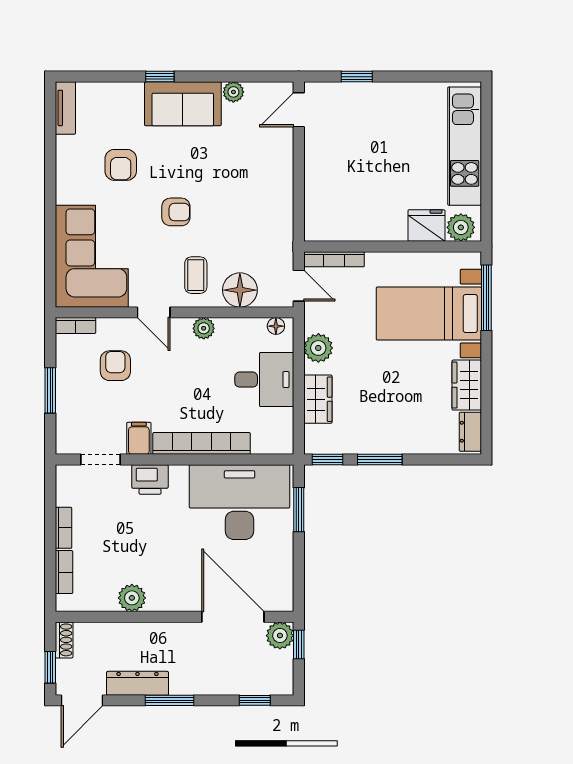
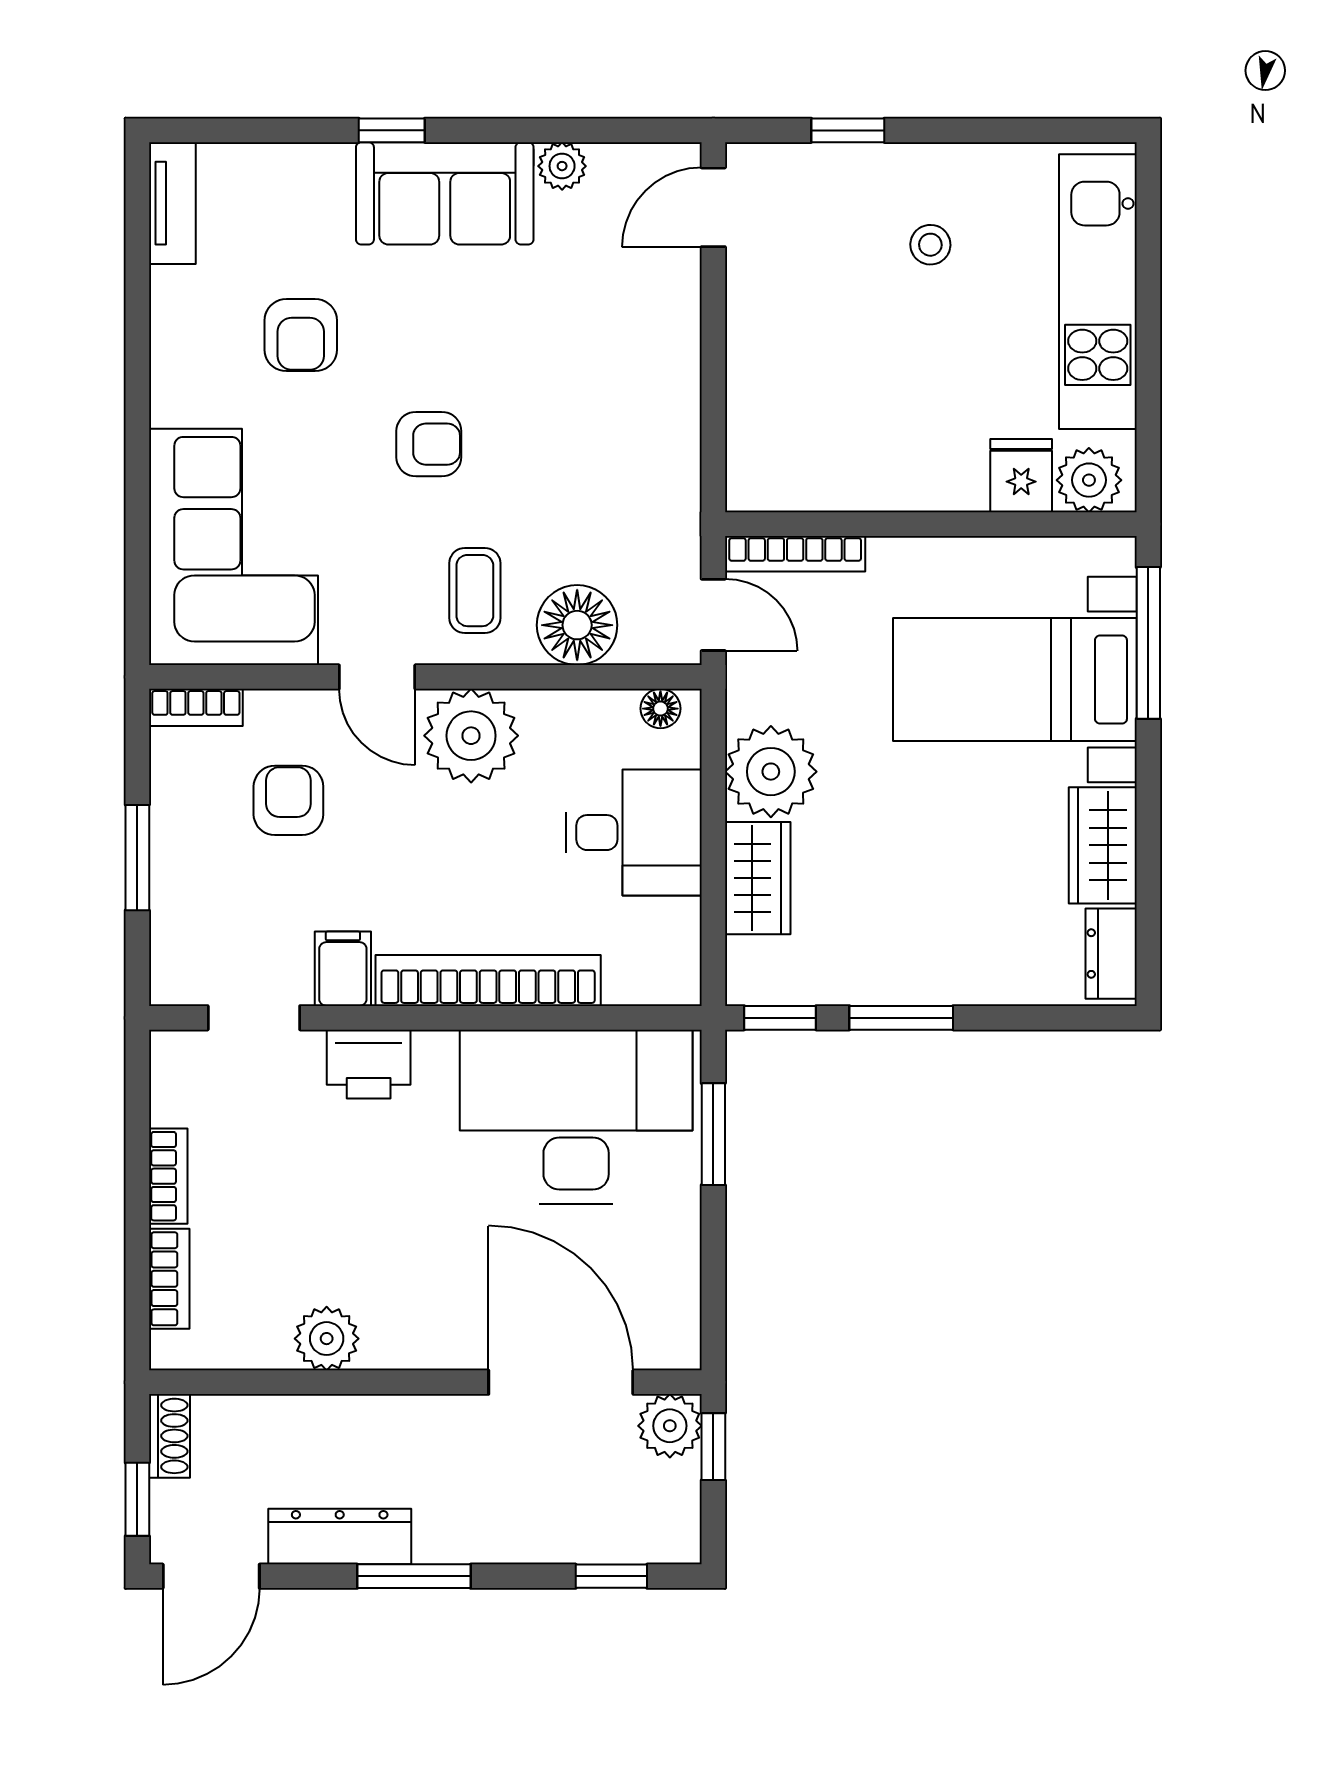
stool: (392, 126) -> (930, 245), added
fridge: (426, 226) -> (1021, 476), width x0.72
plant: (204, 328) -> (471, 736), width x1.88, depth x1.88
plant: (318, 348) -> (771, 772), width x1.36, depth x1.36

